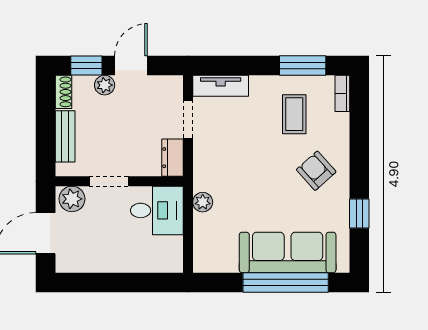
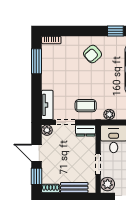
plant: (105, 85) -> (47, 130), moved
coffee table: (294, 114) -> (86, 106), moved

